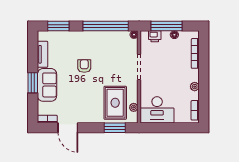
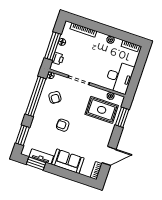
armchair: (112, 47) -> (55, 97), added
window: (33, 83) -> (36, 163), moved

